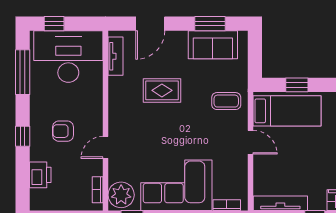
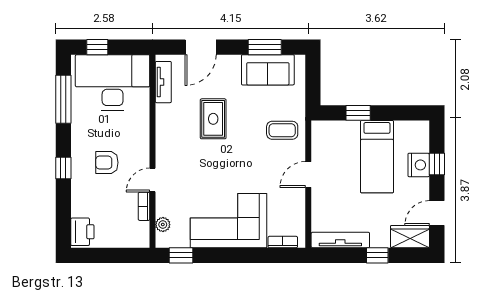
rug: (162, 90) -> (213, 119), turned 90
bed: (287, 111) -> (377, 157), moved, turned 90
door: (251, 142) -> (308, 174), swing flipped
printer: (40, 175) -> (82, 232), moved
bookcase: (98, 190) -> (144, 206), moved
plant: (121, 195) -> (163, 225), width x0.53, depth x0.53

